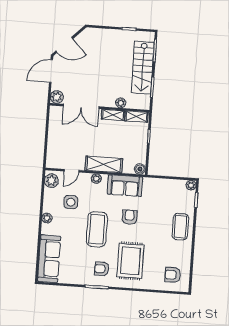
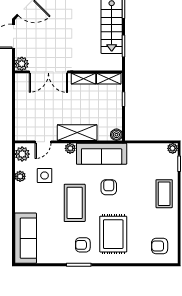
plant: (121, 103) -> (91, 65), removed
sofa: (125, 186) -> (102, 154), width x1.36
plant: (47, 218) -> (20, 176), moved

